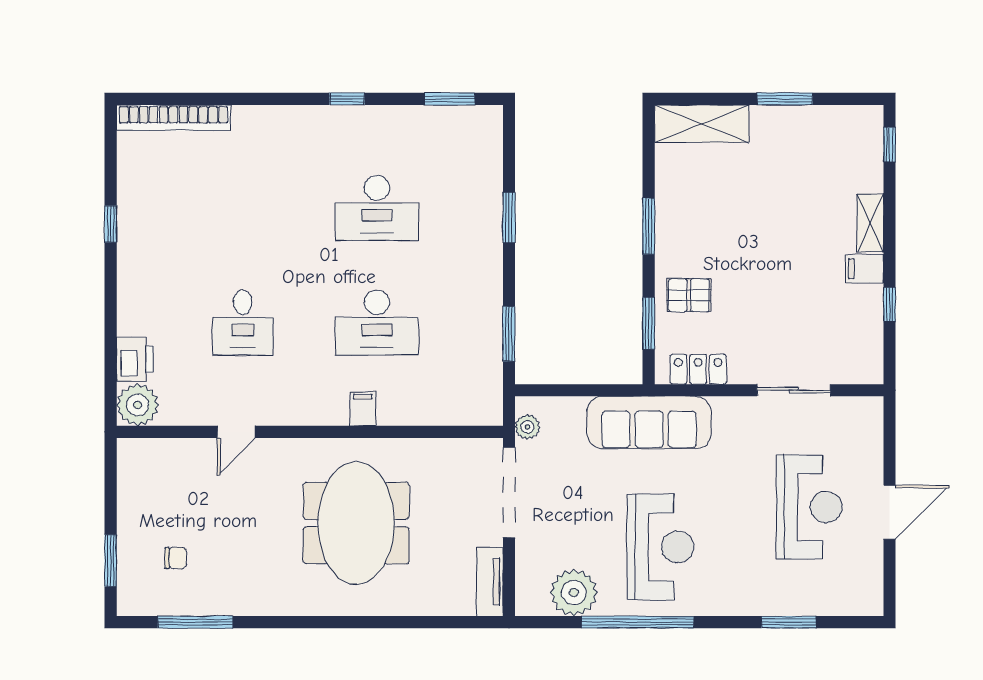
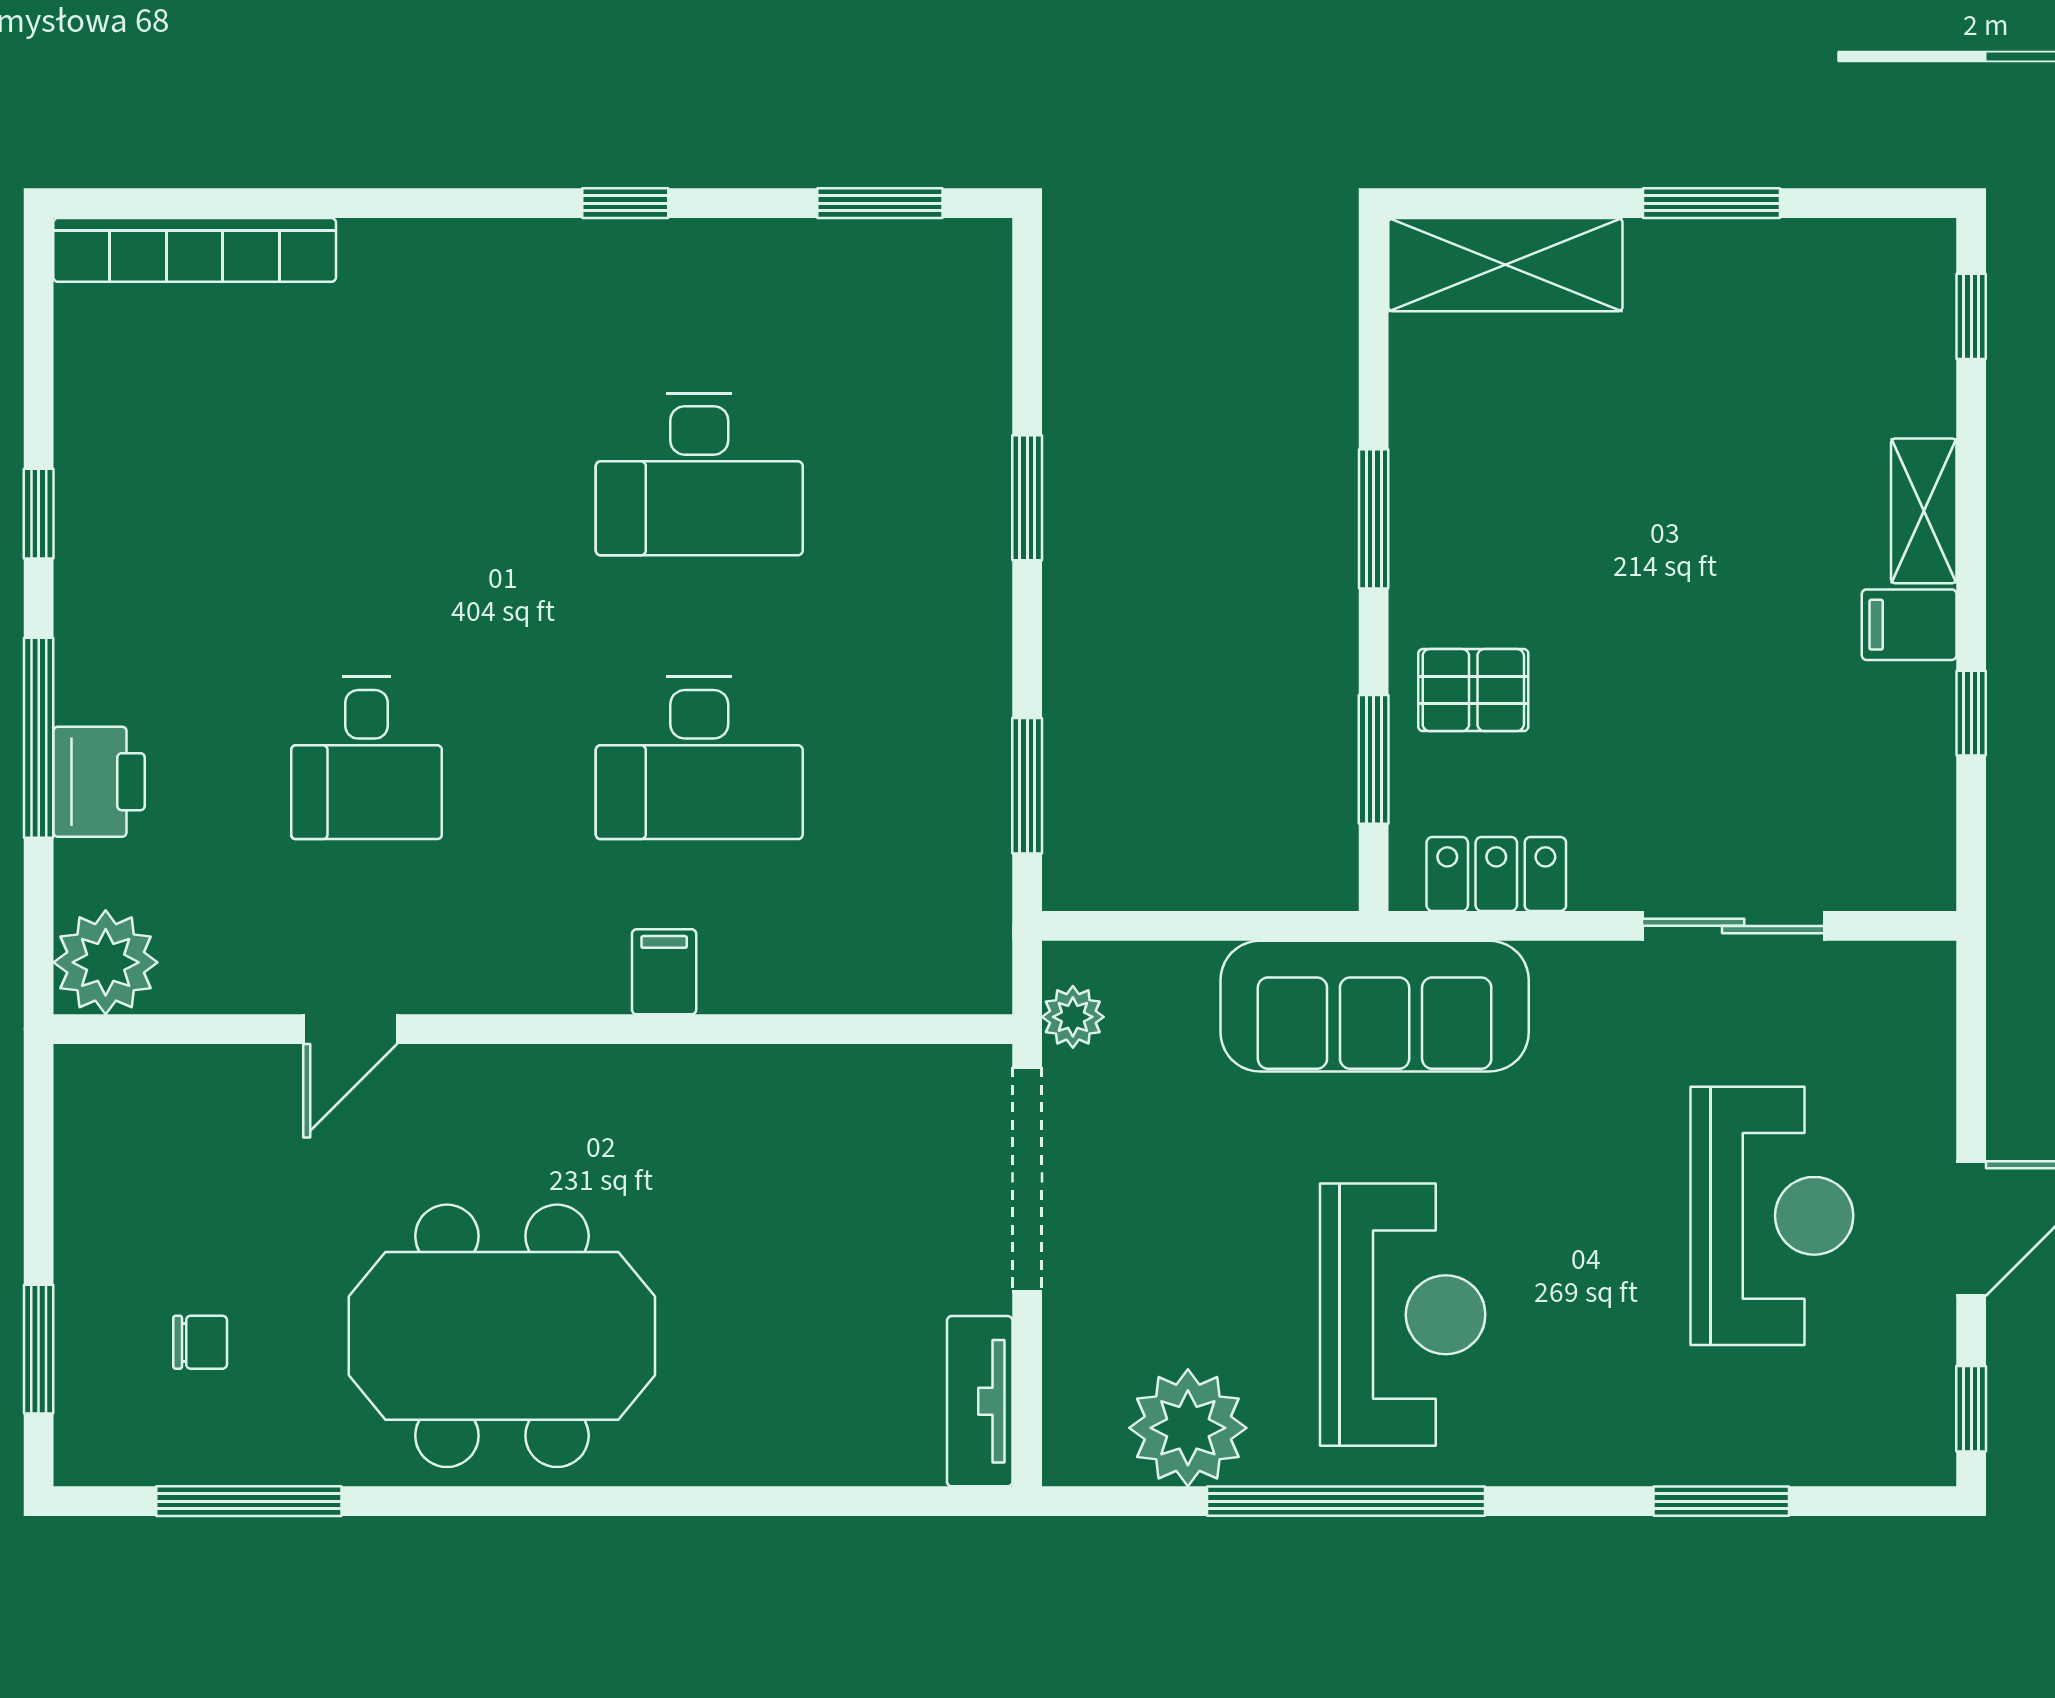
window: (111, 314) -> (39, 738), added
printer: (135, 359) -> (99, 782), moved
meeting table: (356, 523) -> (502, 1336), moved, turned 90
window: (889, 585) -> (1971, 1409), added

